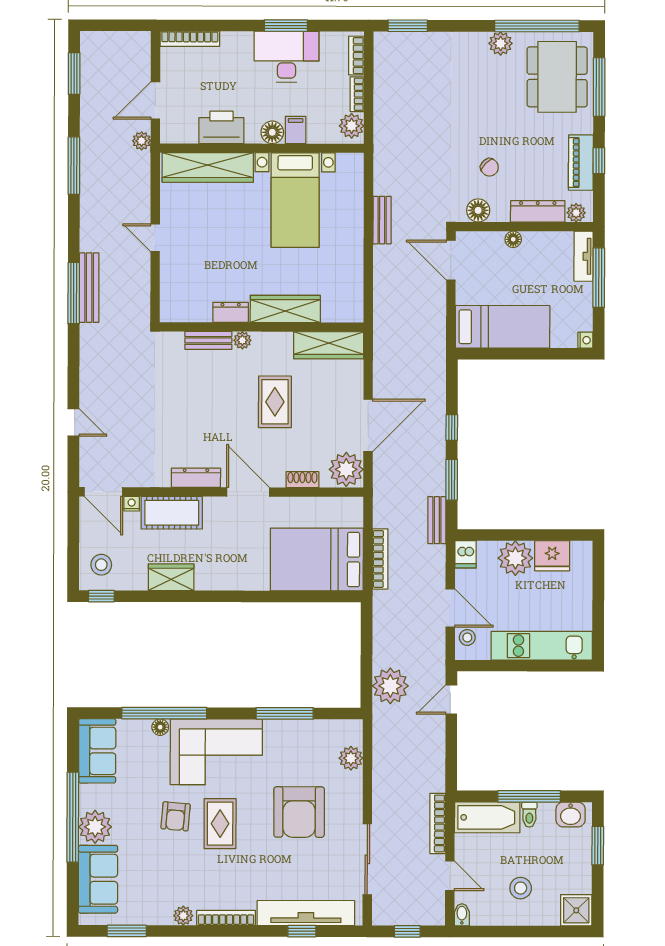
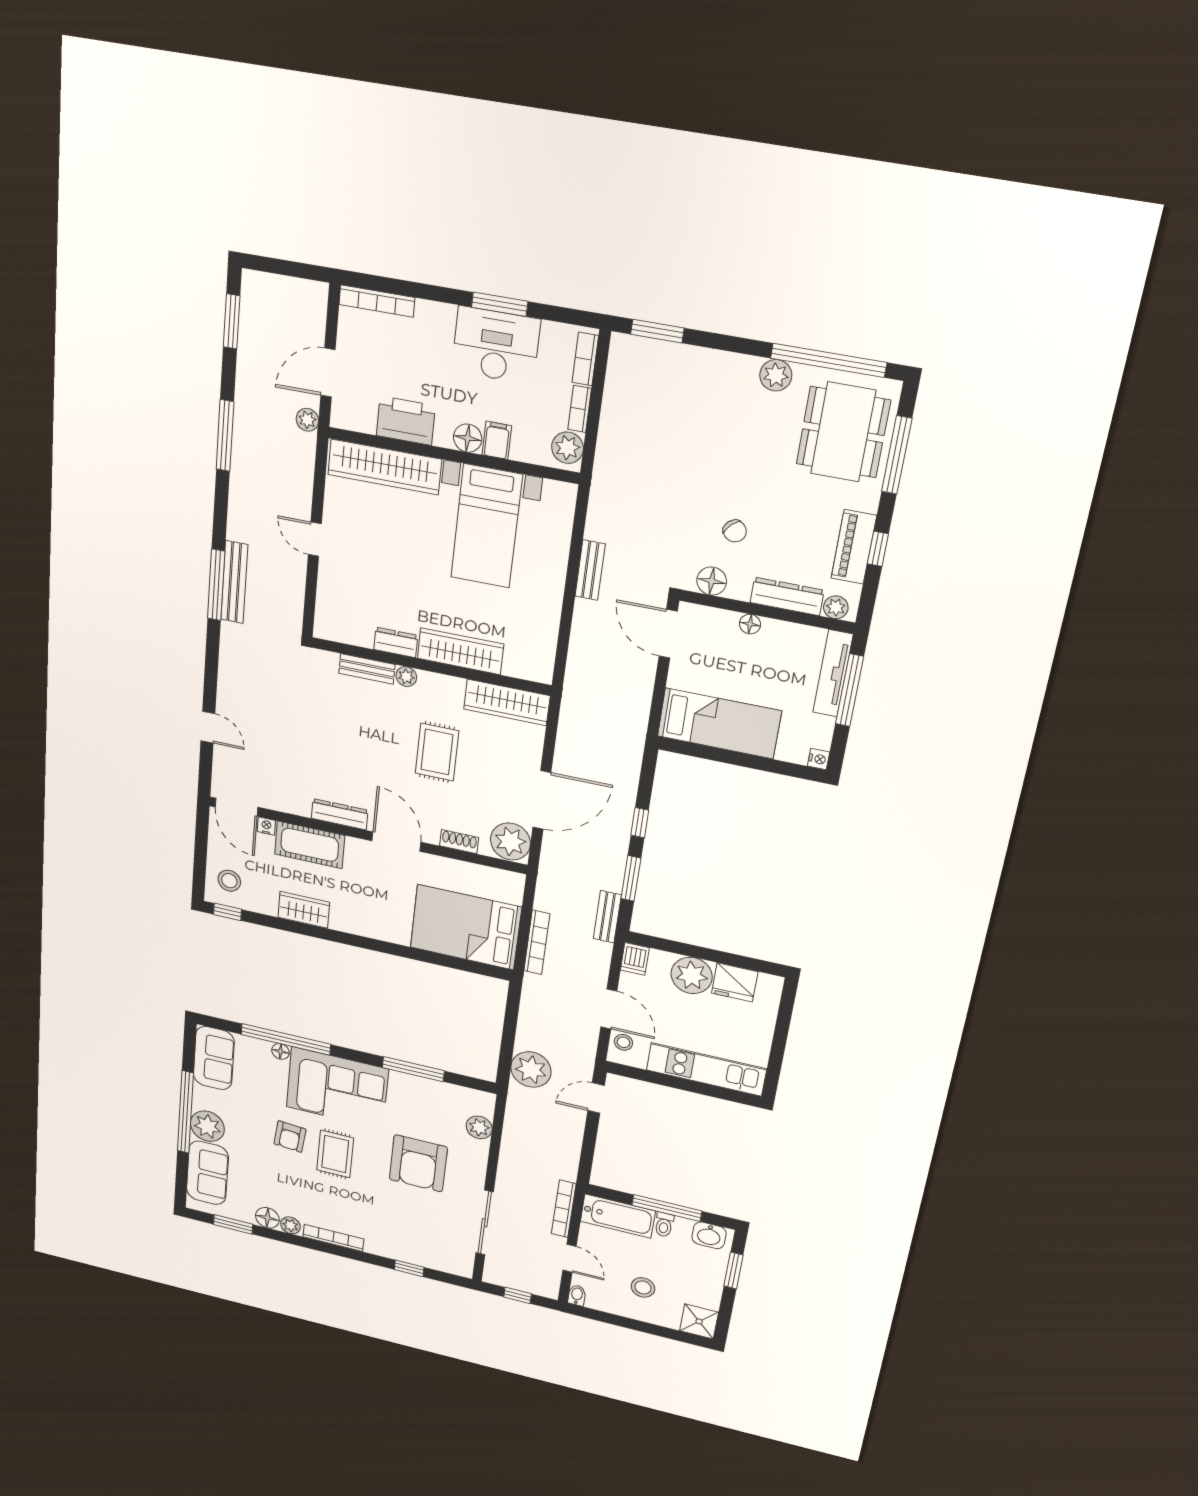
tv unit: (584, 256) -> (833, 673), width x1.41
tv unit: (306, 913) -> (415, 1254), removed
floor lamp: (160, 914) -> (267, 1218), added

